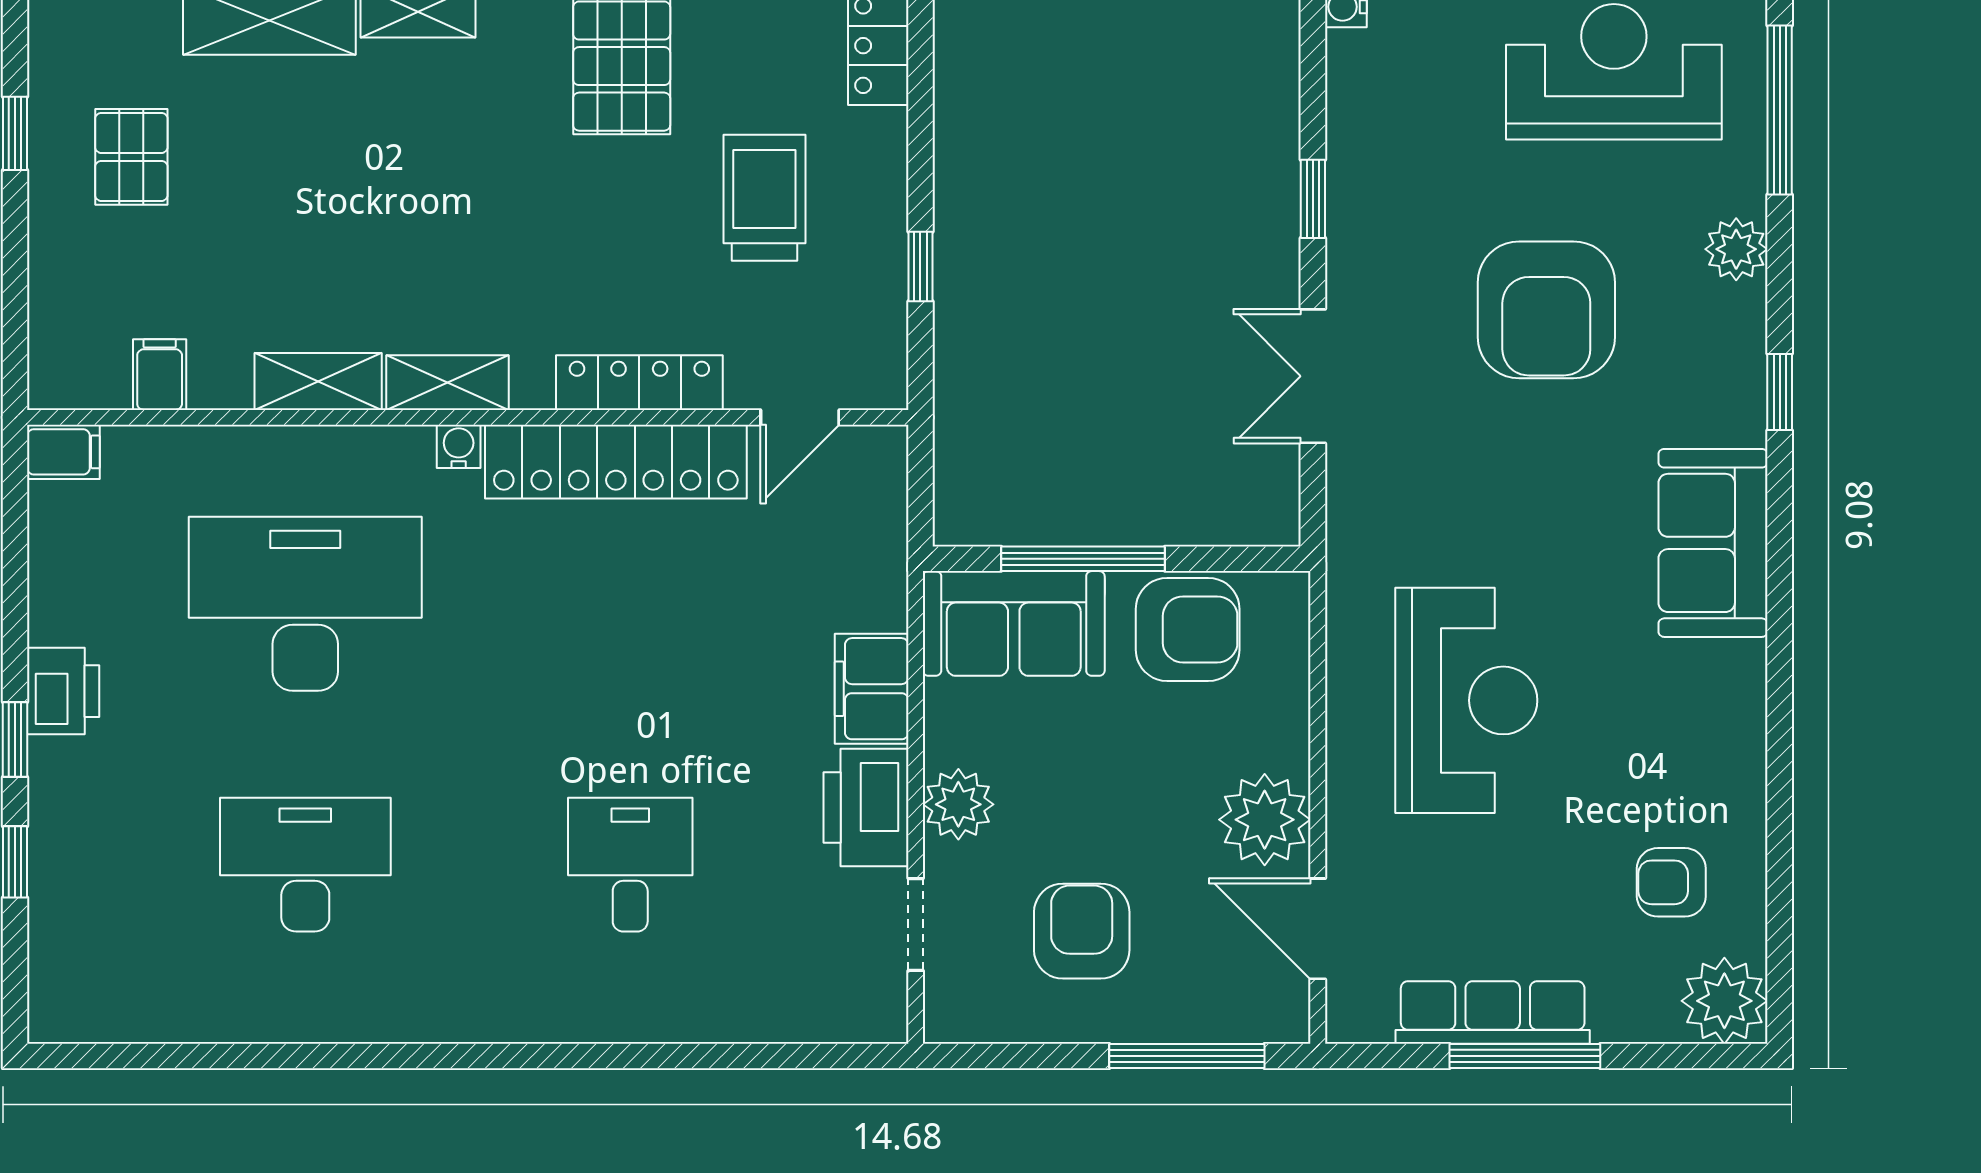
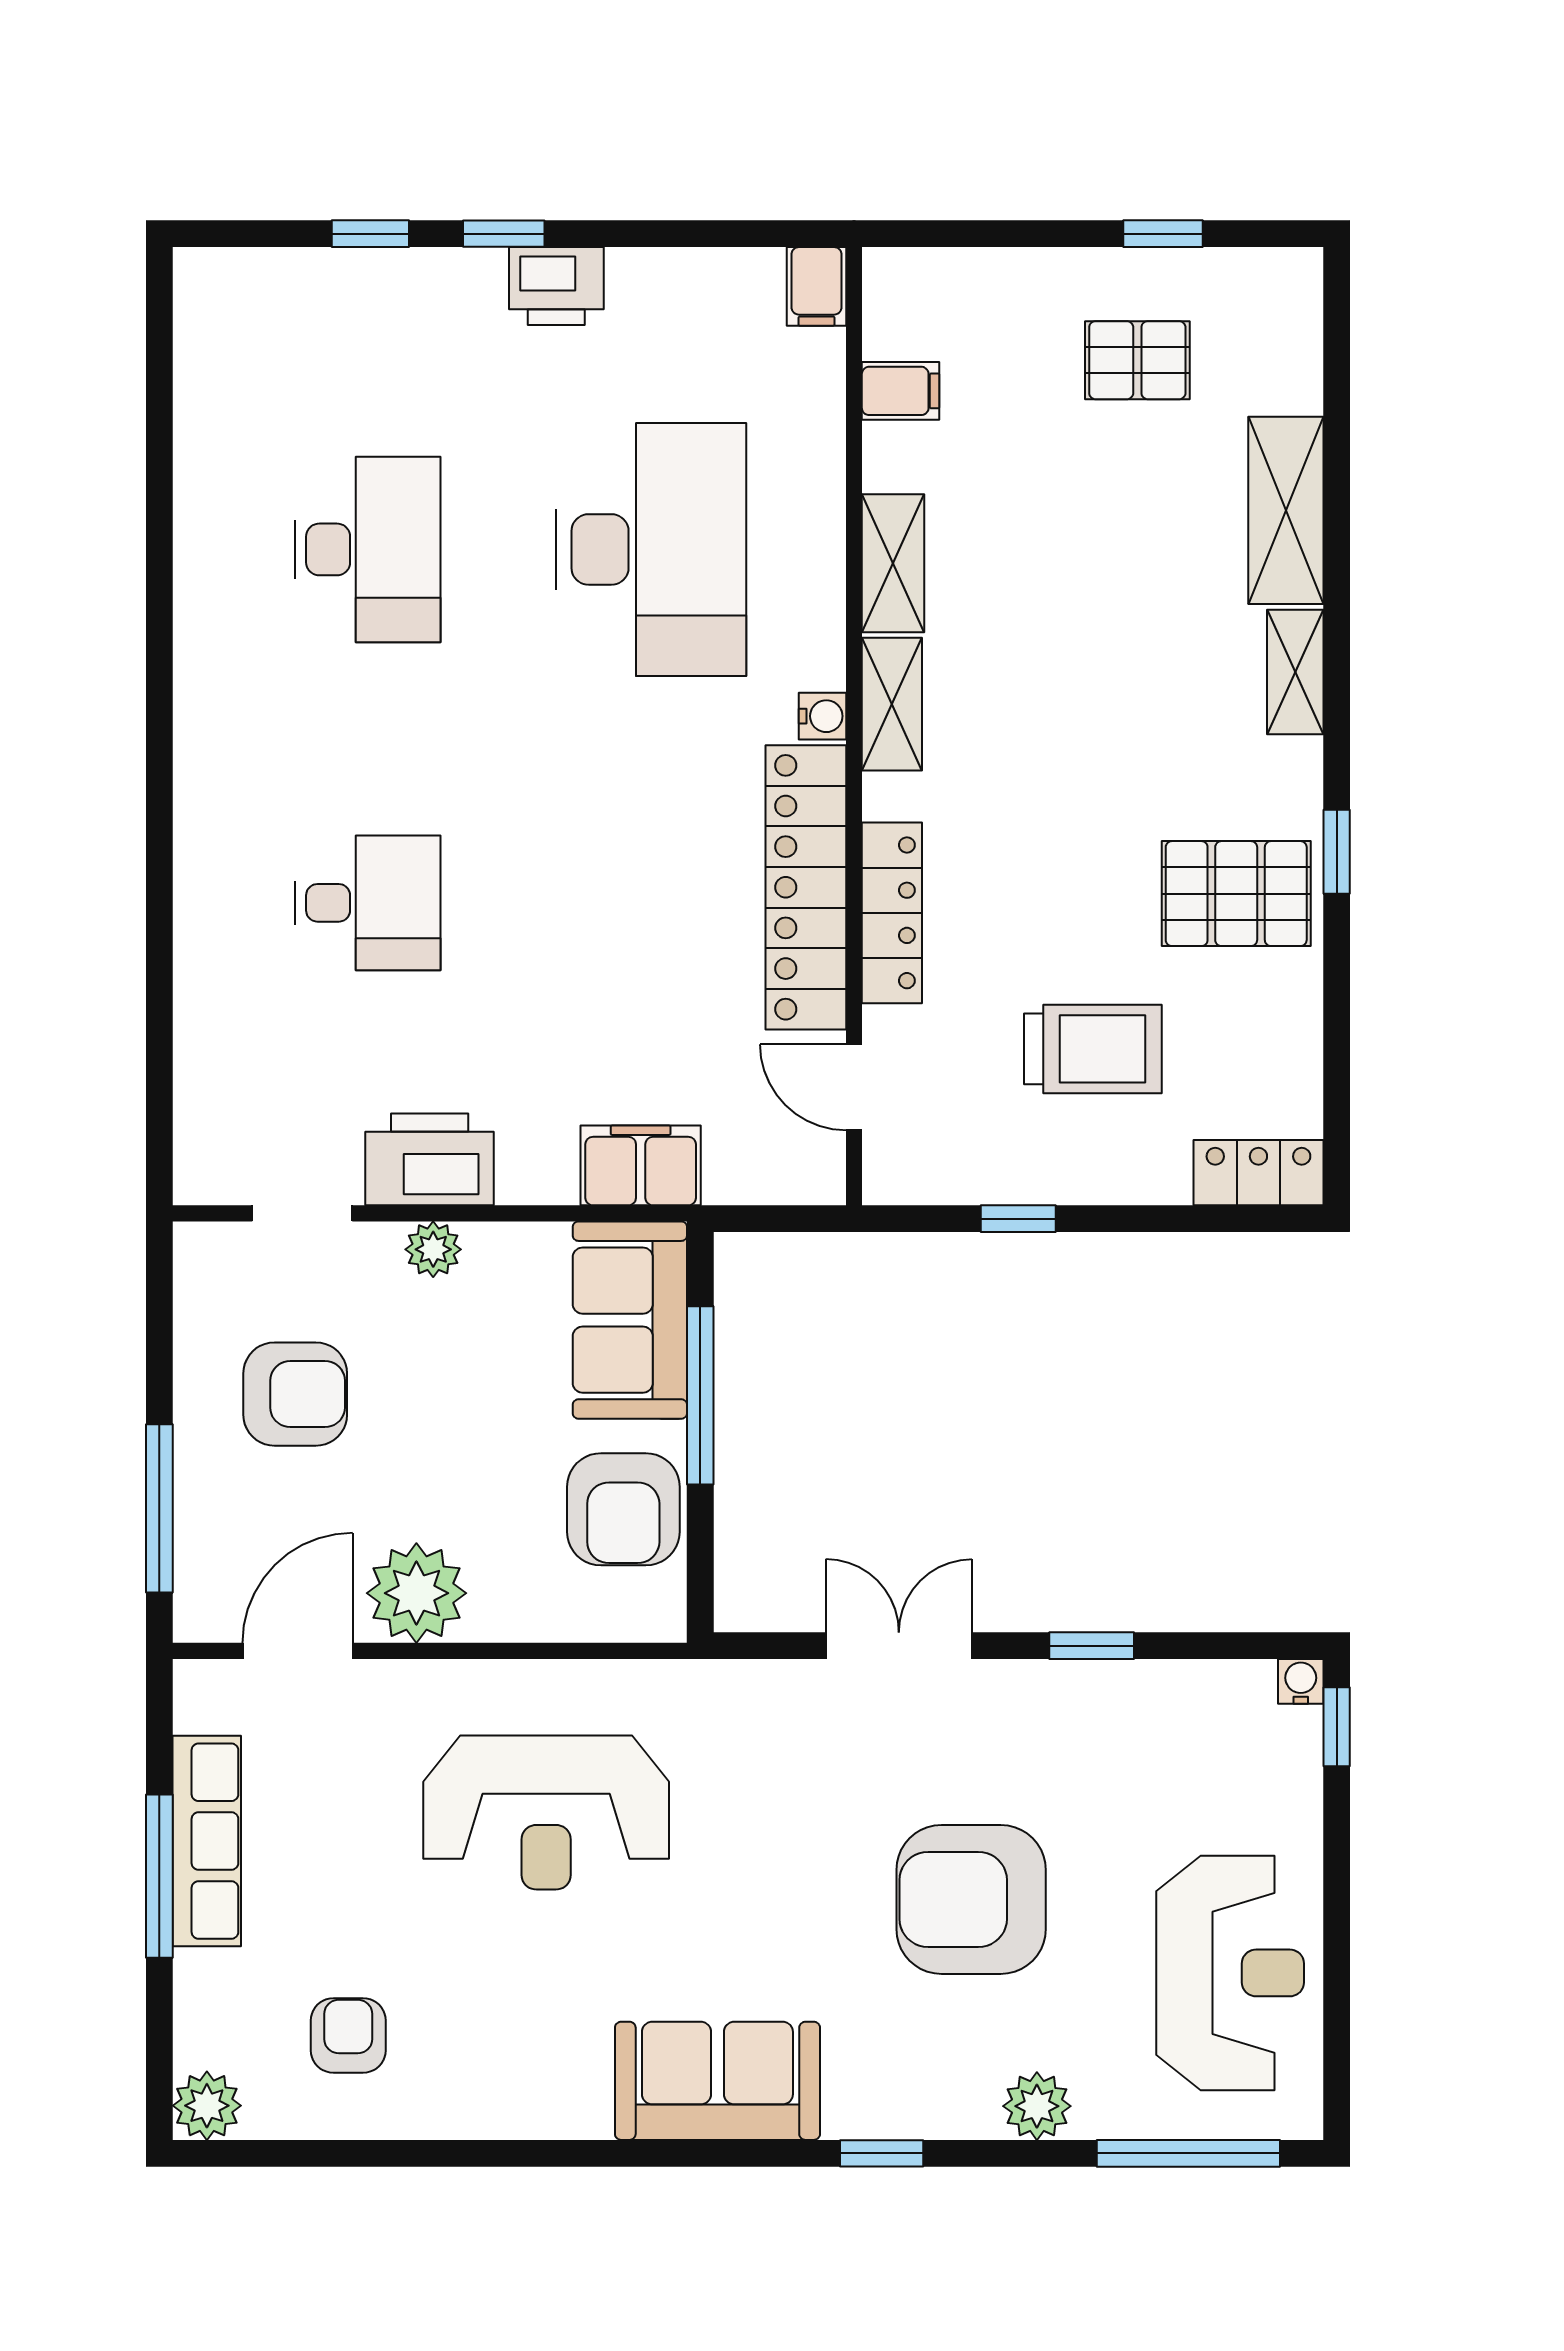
filing cabinet: (872, 689) -> (641, 1165), moved
plant: (958, 804) -> (433, 1249), width x0.73, depth x0.73
plant: (1724, 1001) -> (207, 2106), width x0.73, depth x0.73

